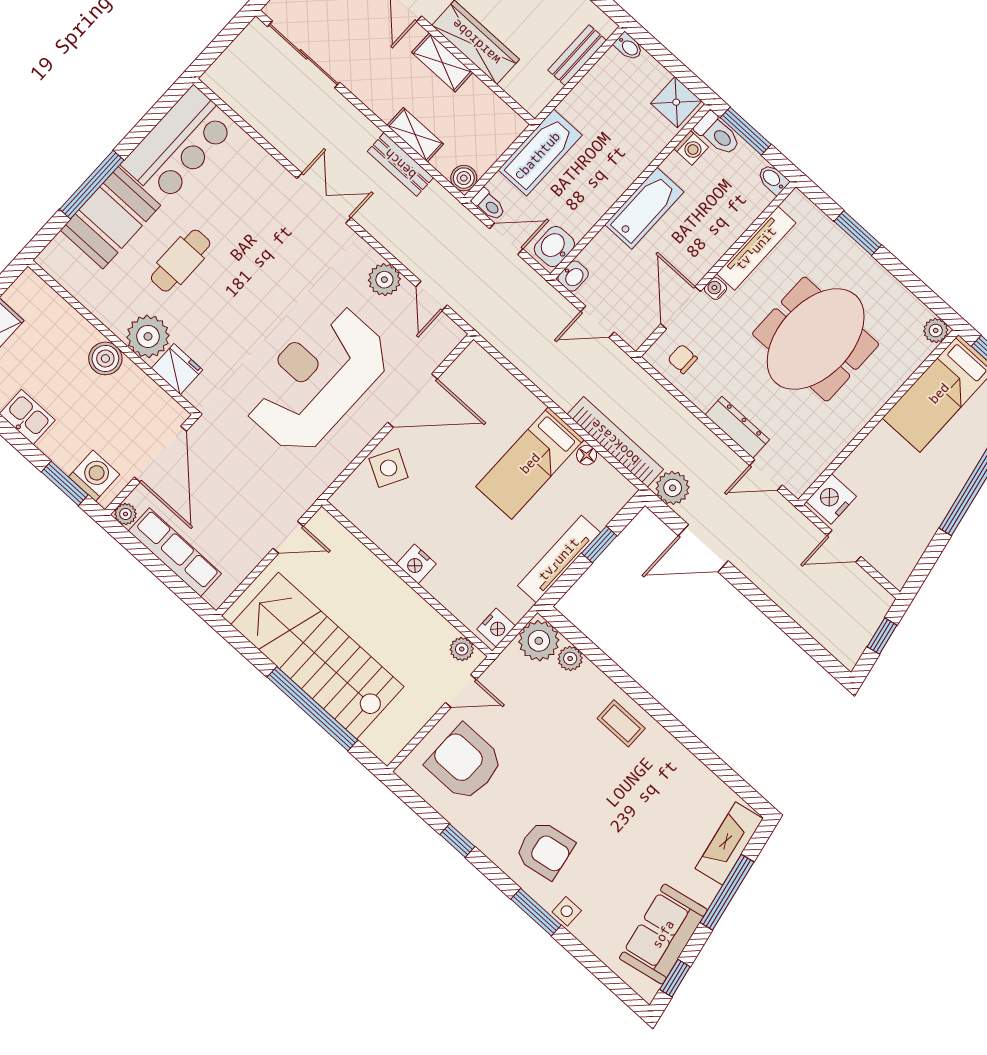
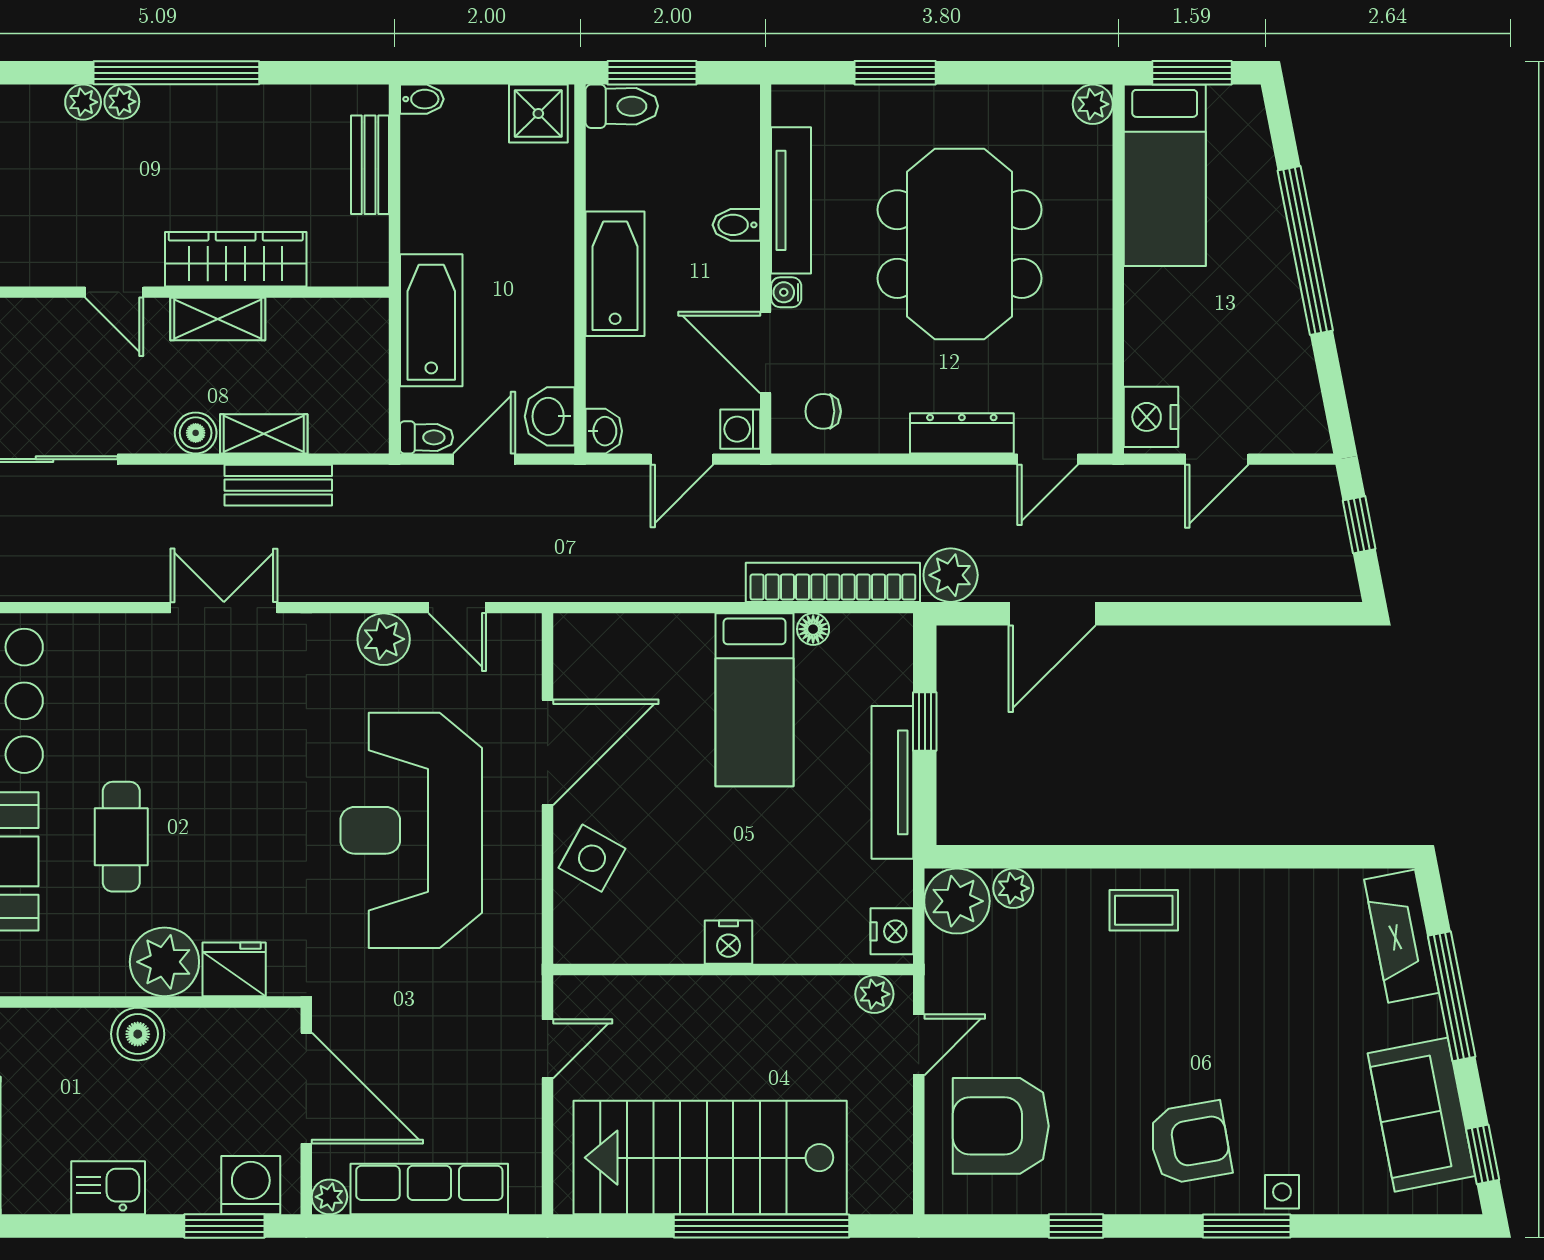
washing machine: (691, 148) -> (740, 429), moved, turned 180
boiler: (464, 178) -> (196, 433), moved
bidet: (773, 179) -> (736, 225), moved

